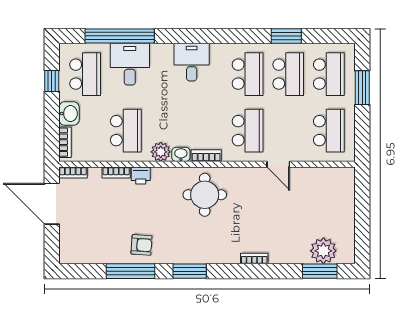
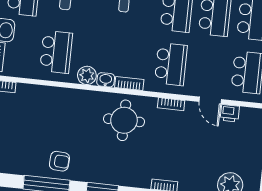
door: (278, 164) -> (210, 100), moved
bookcase: (116, 173) -> (171, 104), moved
printer: (141, 176) -> (230, 113), moved

